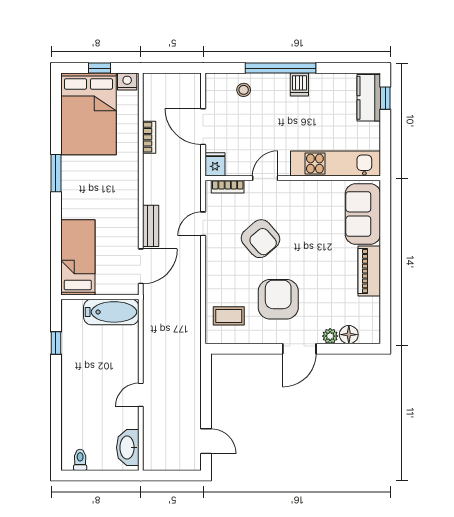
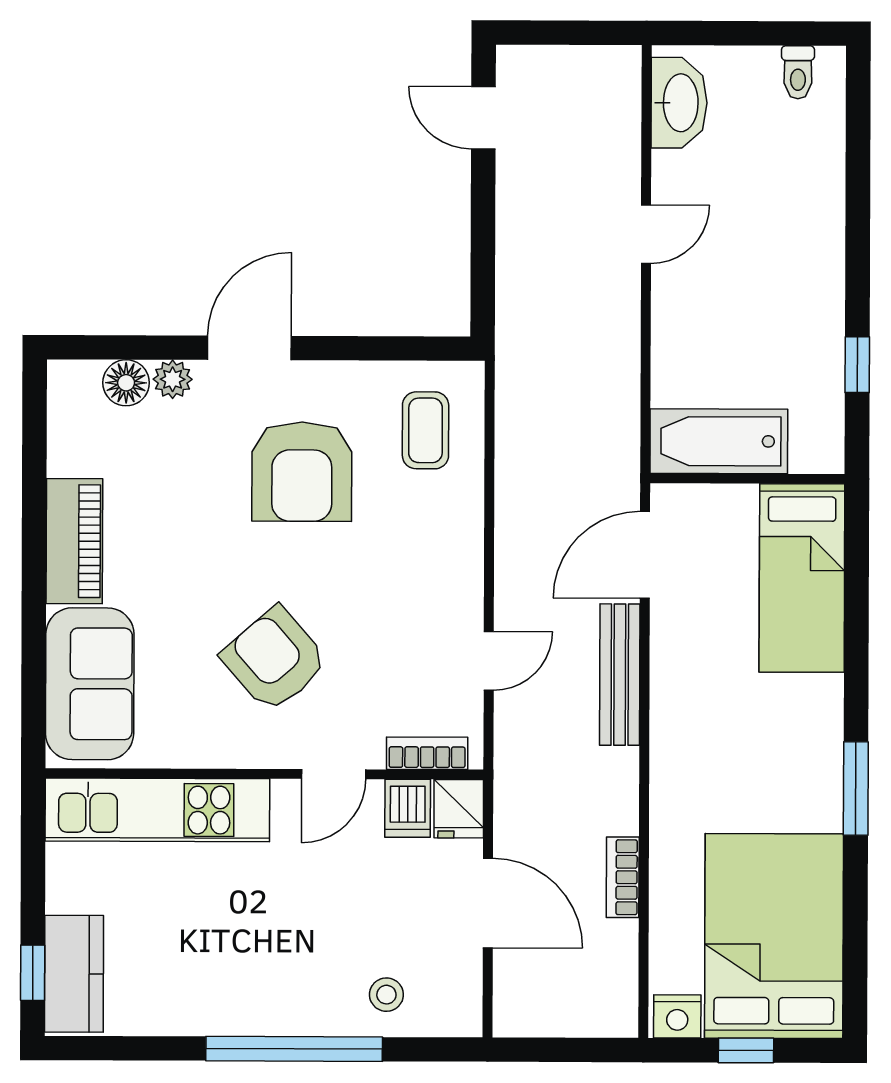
dishwasher: (299, 85) -> (408, 808), moved, turned 180
bench: (151, 226) -> (620, 675), width x1.36
armchair: (261, 239) -> (275, 659), moved
coffee table: (229, 316) -> (426, 430), turned 90

